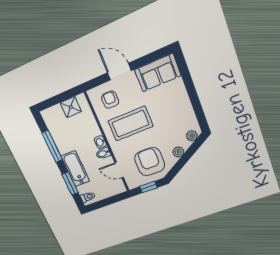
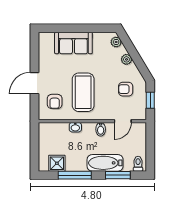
sofa: (158, 73) -> (73, 43), moved, turned 90
armchair: (110, 100) -> (55, 101), turned -90
shower: (71, 107) -> (57, 163), moved
washbasin: (100, 142) -> (75, 127), moved
armchair: (150, 162) -> (126, 89), width x0.53, depth x0.53

